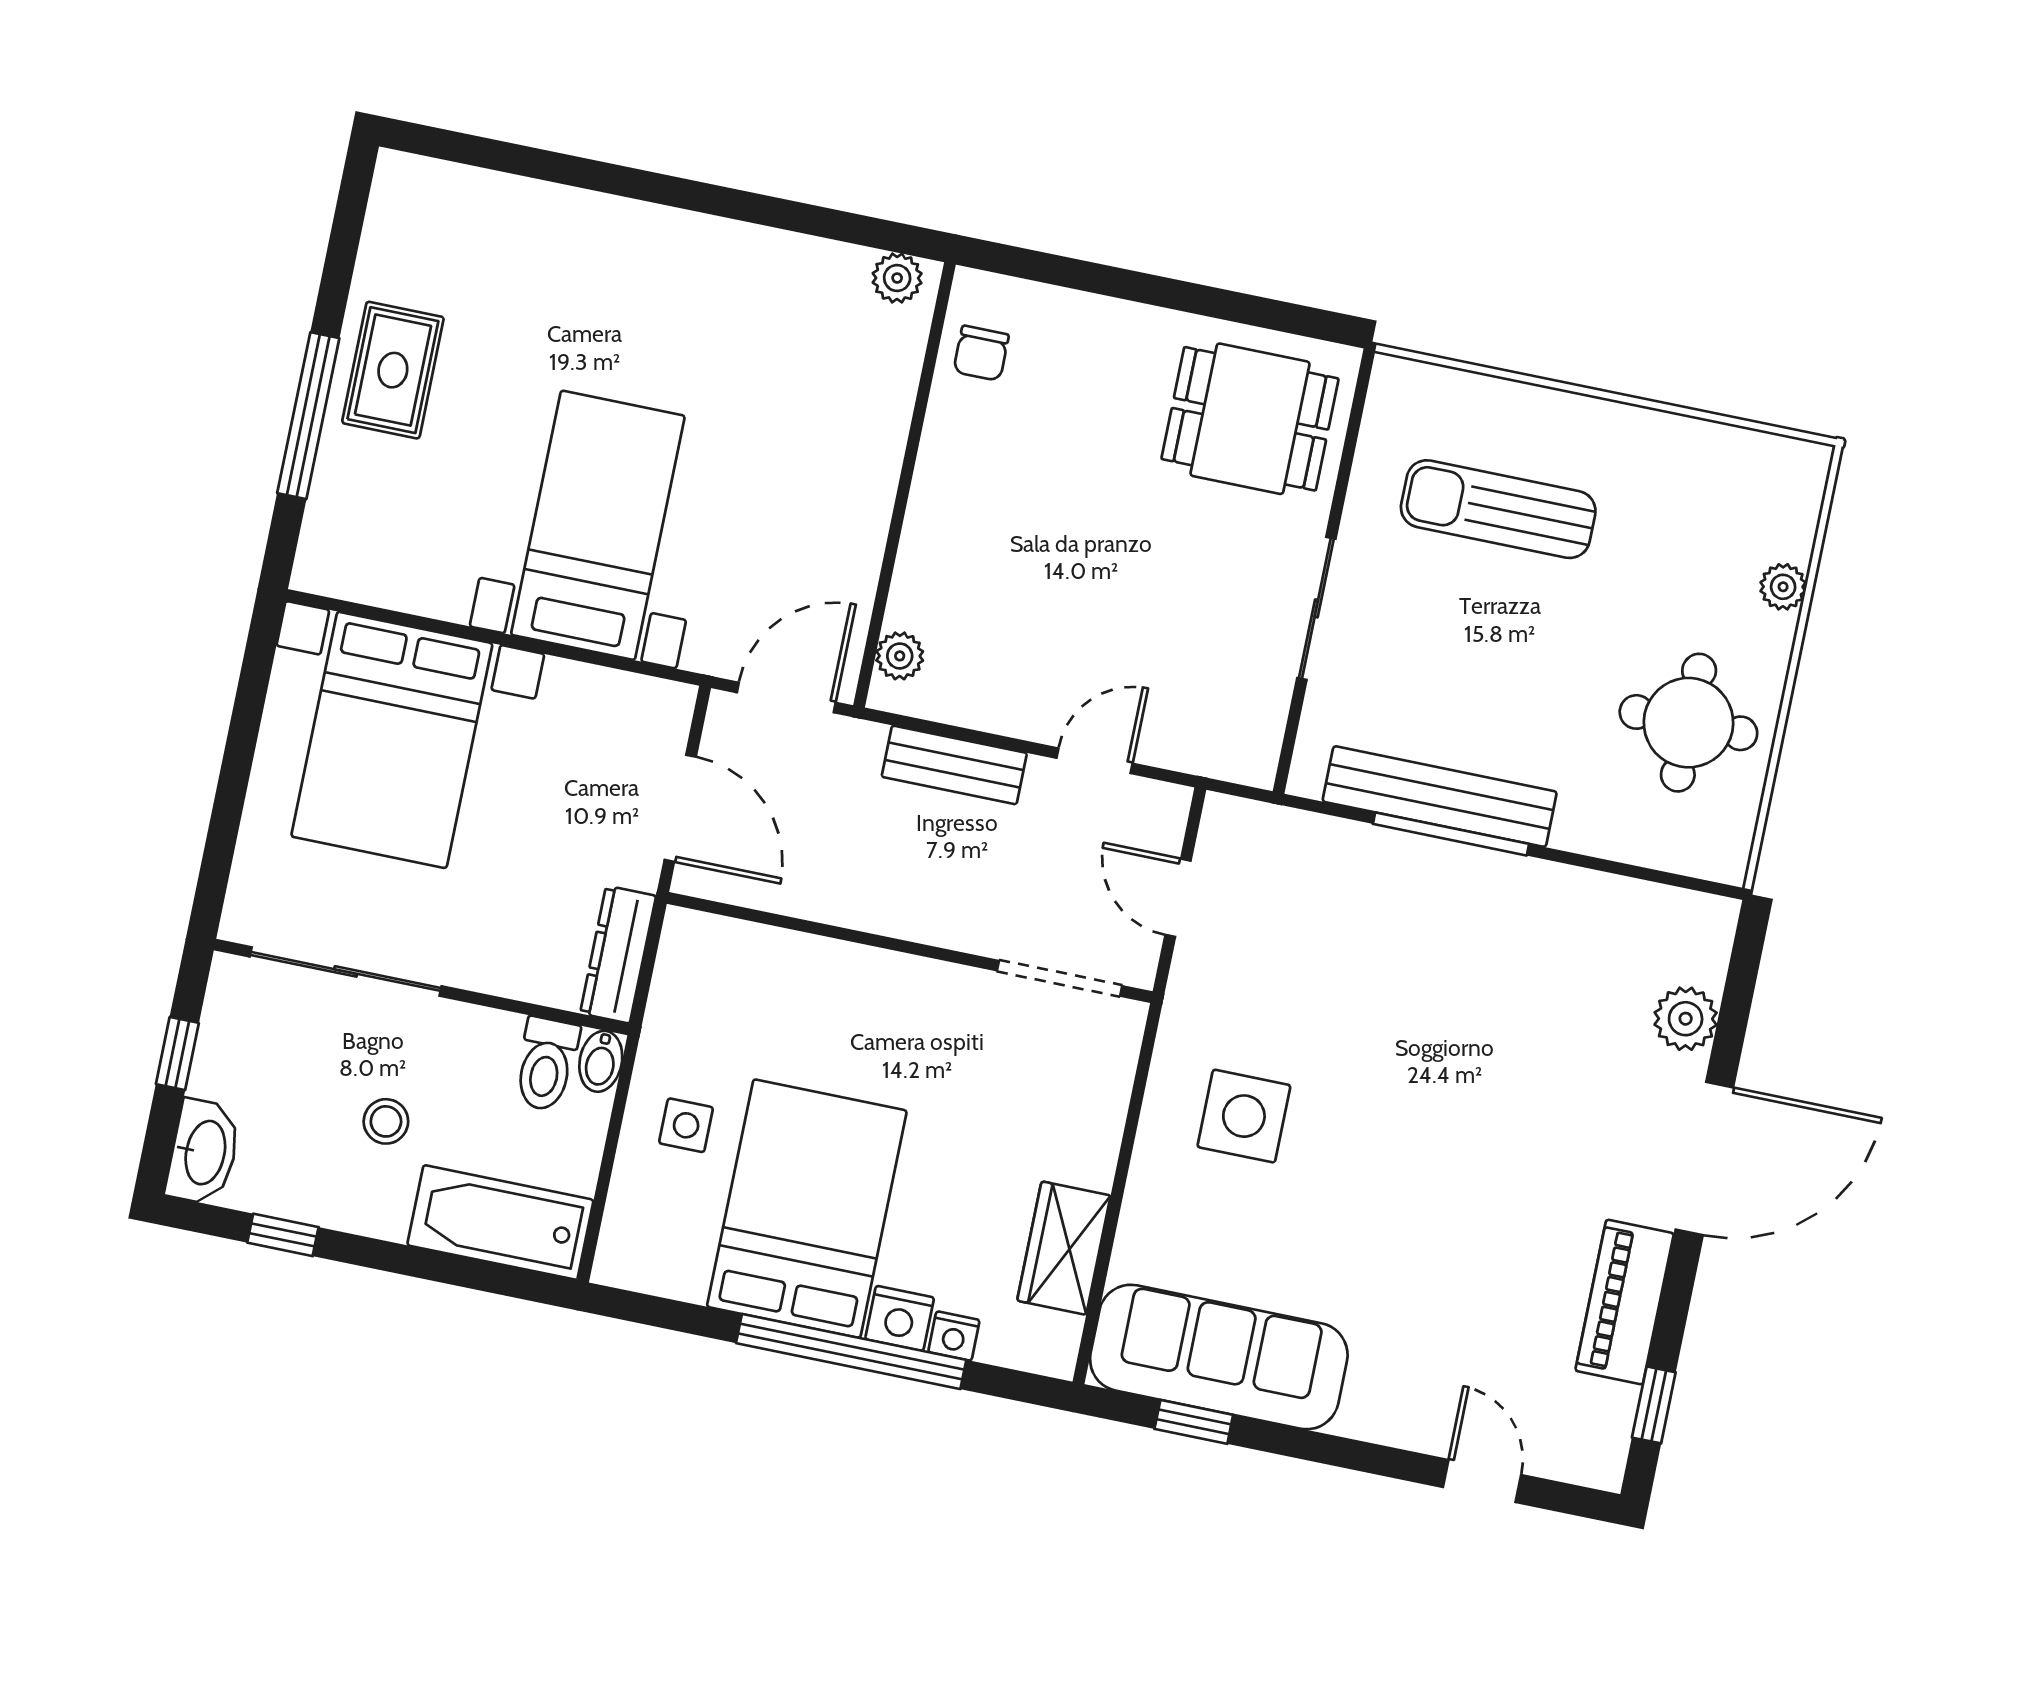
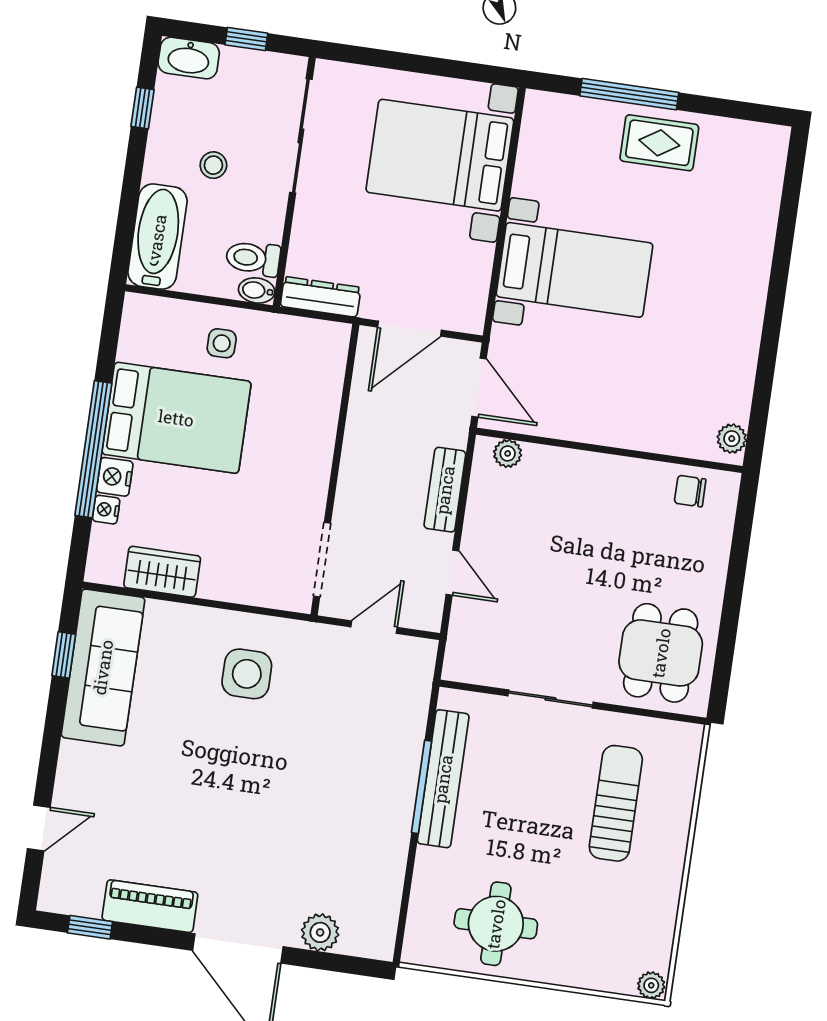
plant: (1783, 587) -> (651, 985), moved

